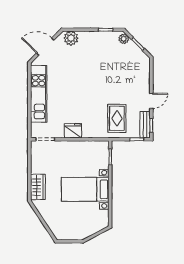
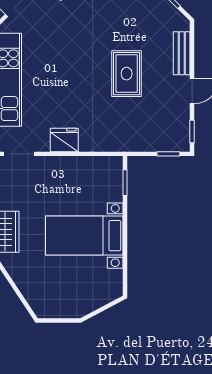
rug: (117, 118) -> (127, 74), moved
bench: (145, 125) -> (182, 53), moved

